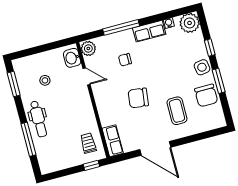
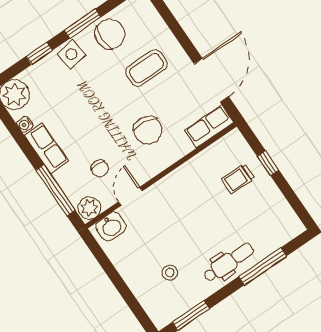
plant: (88, 48) -> (89, 208), moved
washbasin: (72, 58) -> (111, 226), moved
door: (87, 76) -> (130, 196), moved
wall: (93, 100) -> (161, 175), moved
row of seats: (113, 141) -> (209, 126), moved

